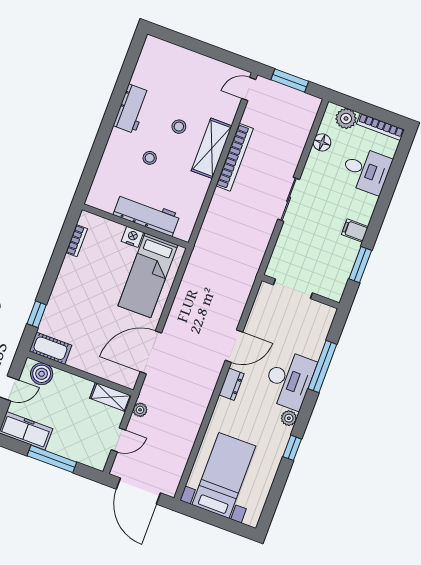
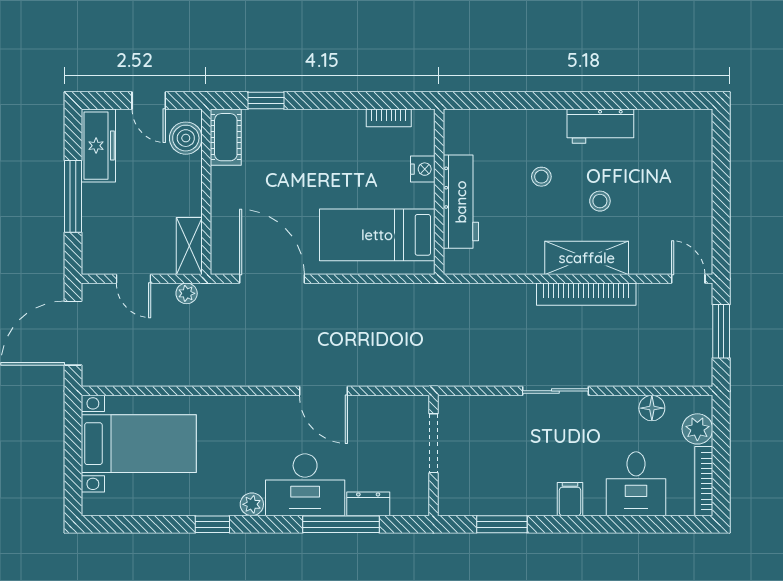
filing cabinet: (355, 231) -> (570, 499), moved
nightstand: (132, 237) -> (423, 169), moved
dresser: (231, 384) -> (368, 504), moved, turned 180

